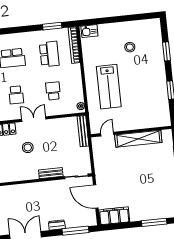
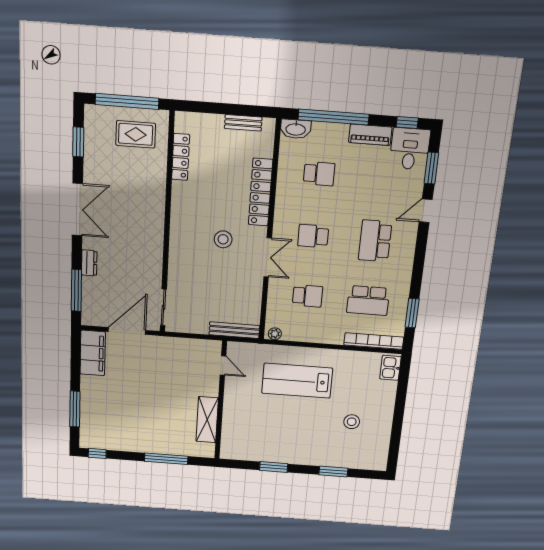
shelving: (138, 139) -> (207, 420), width x0.68
bench: (51, 173) -> (175, 268), removed

